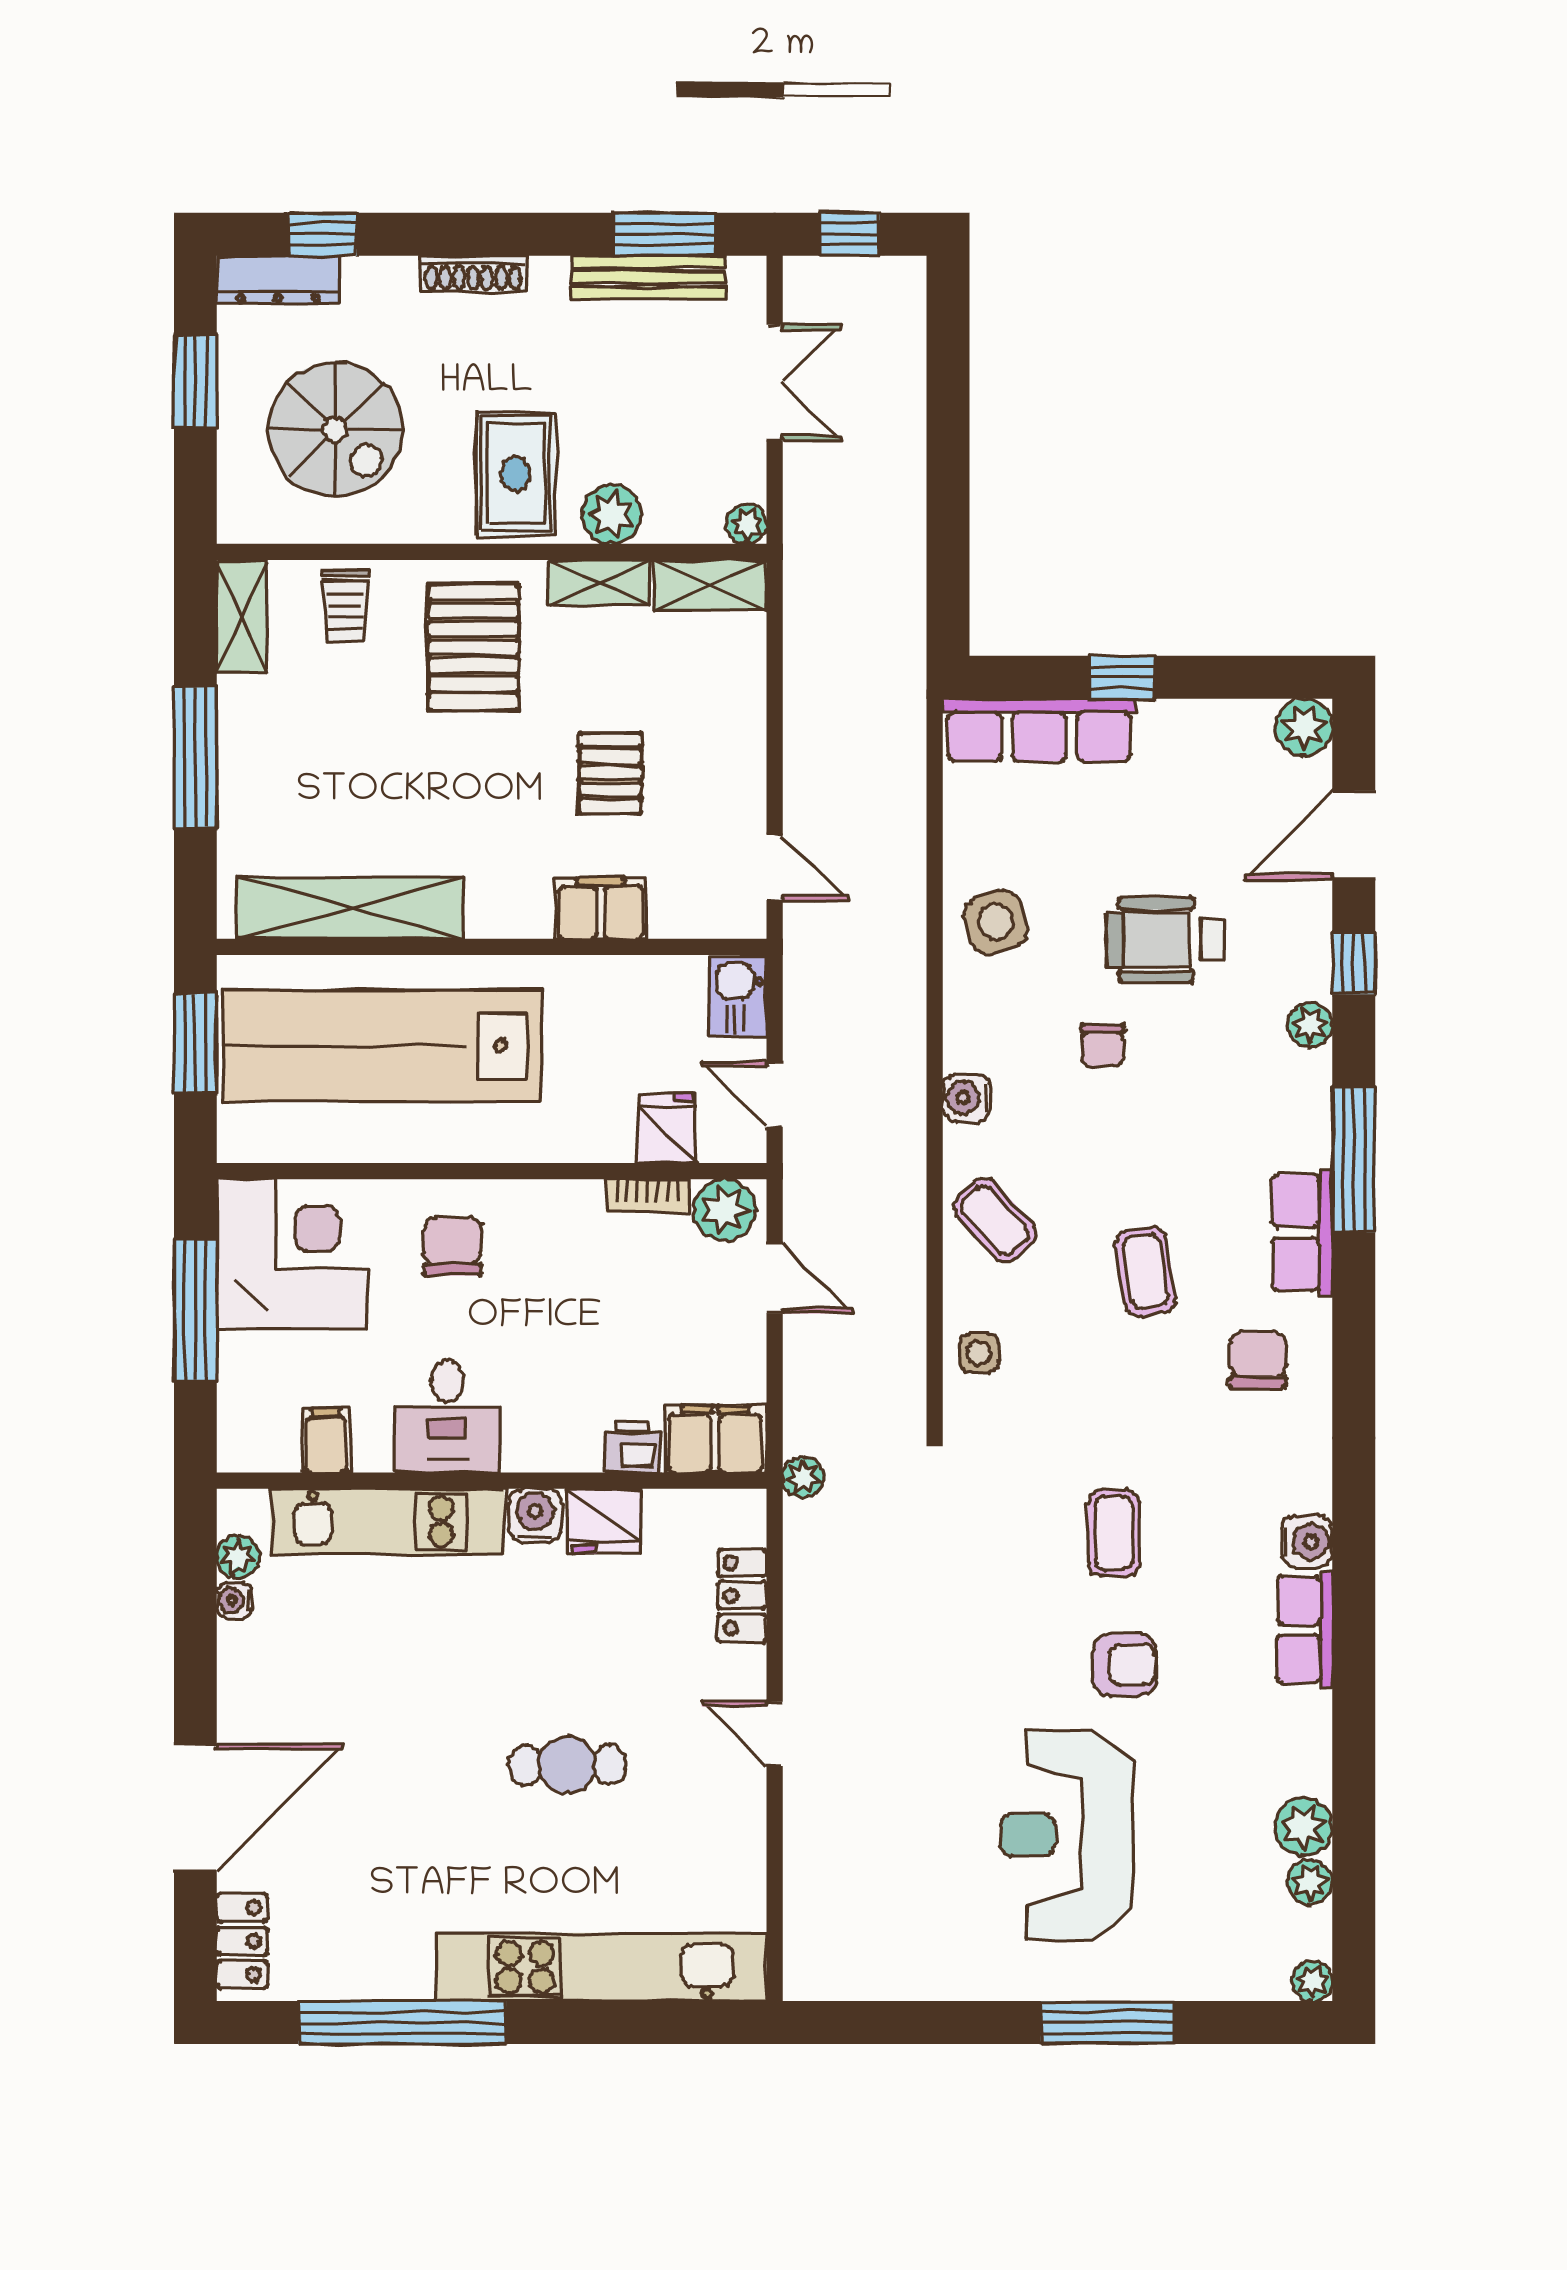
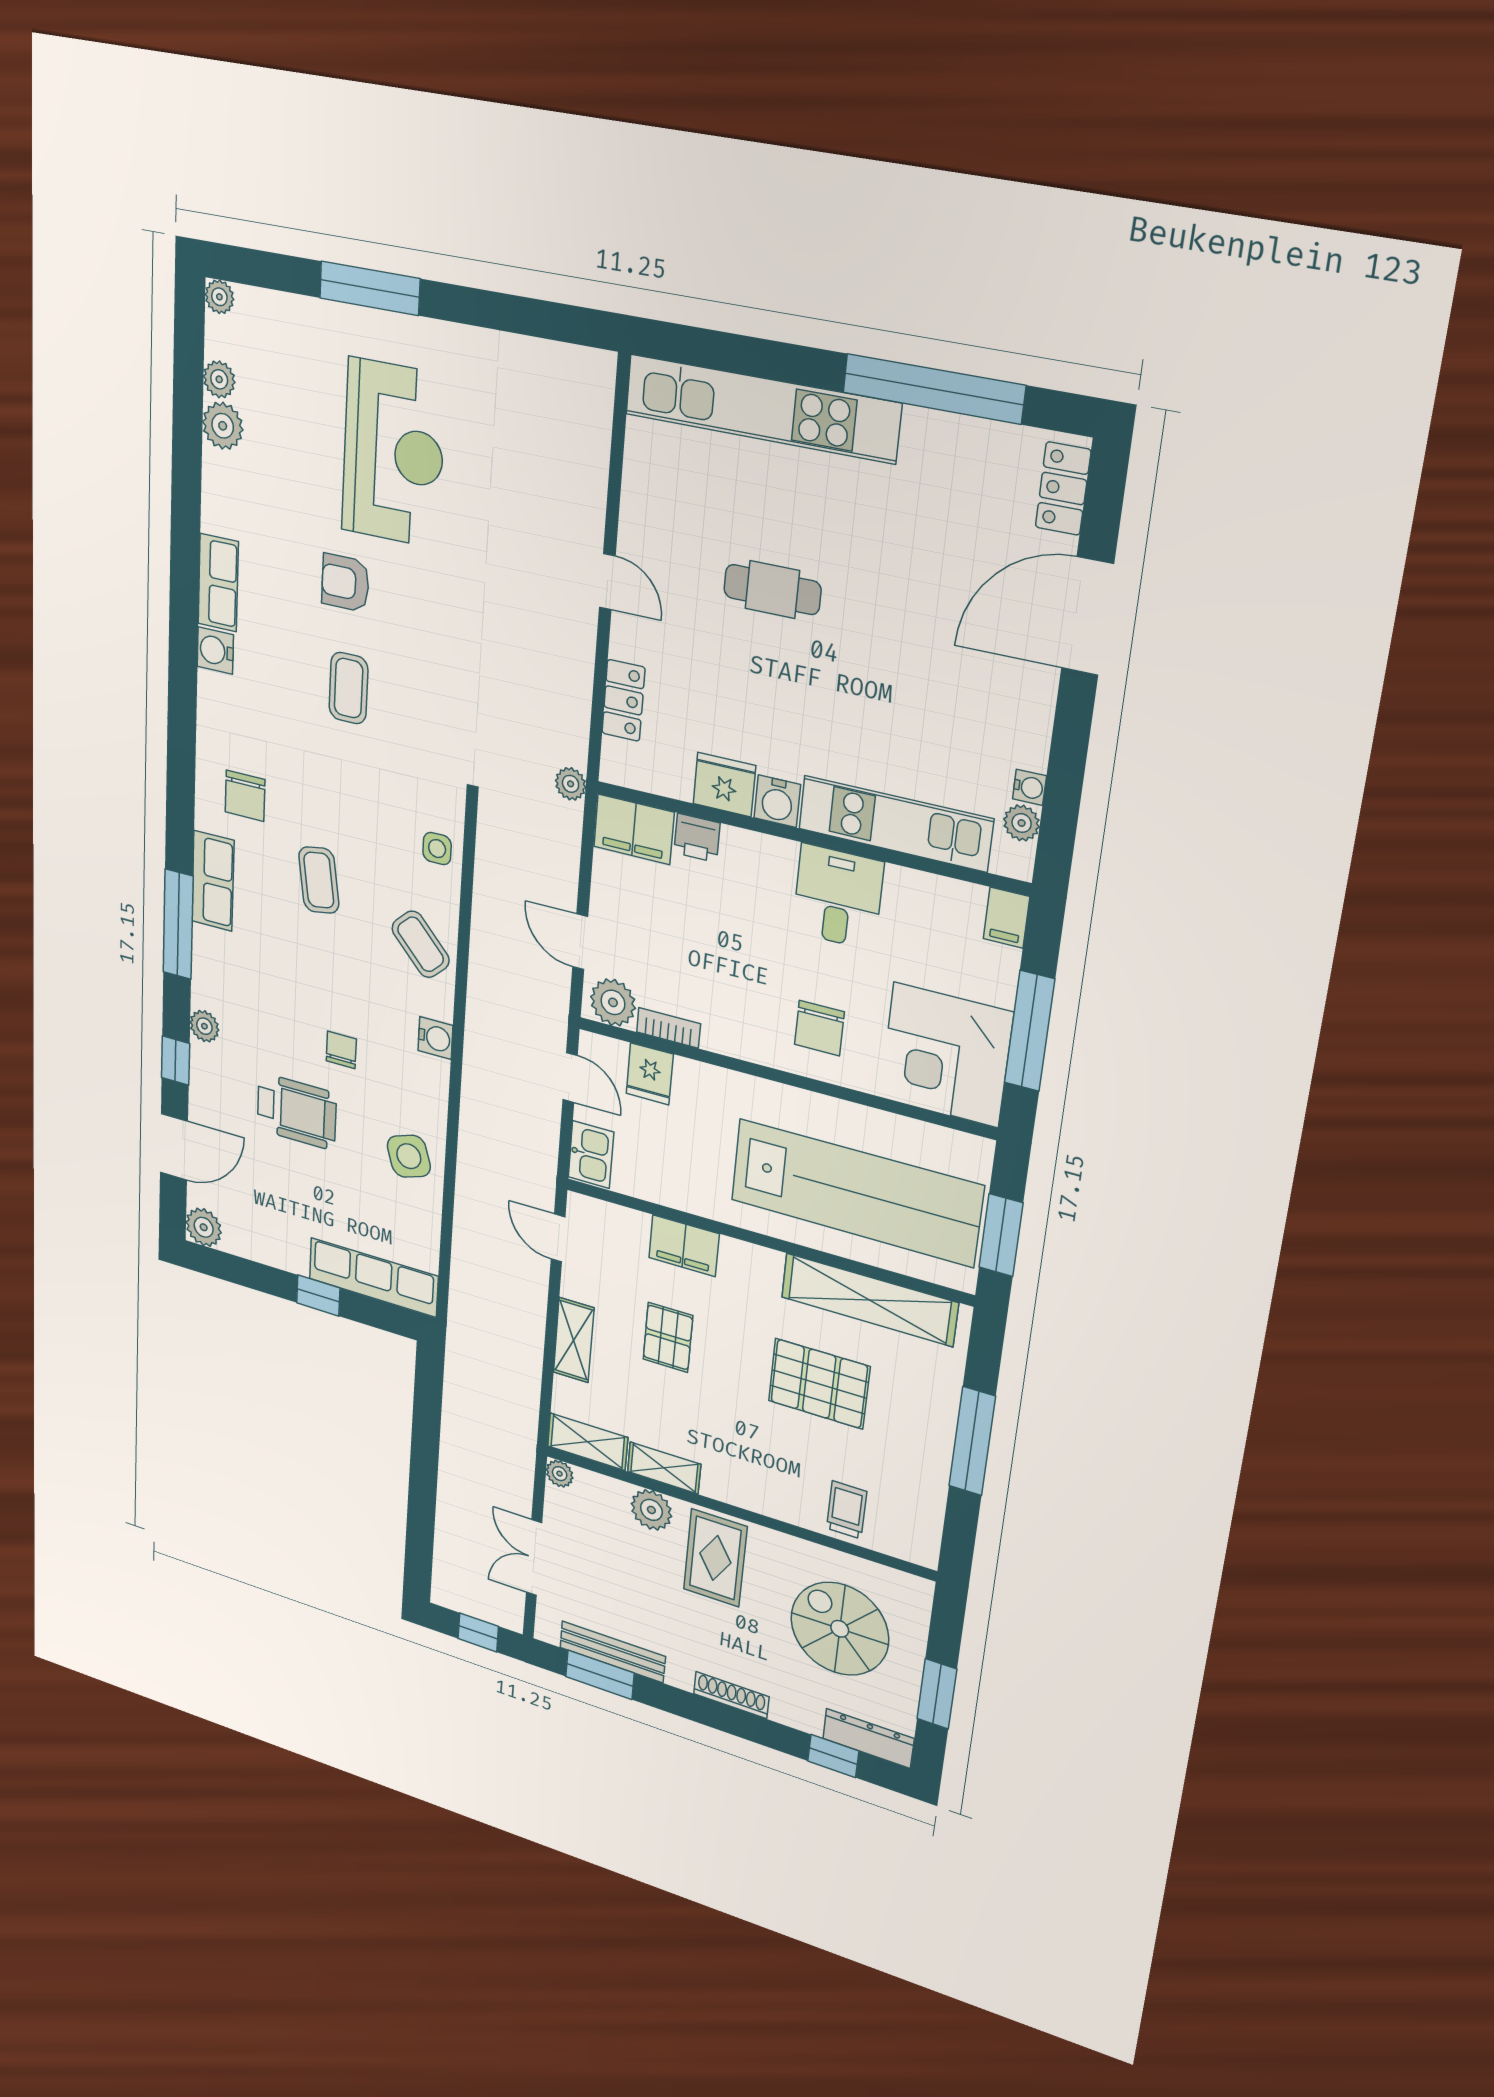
shelving: (242, 618) -> (574, 1340), moved
pallet: (473, 647) -> (819, 1384), moved, turned 90
filing cabinet: (326, 1441) -> (1007, 918), moved

